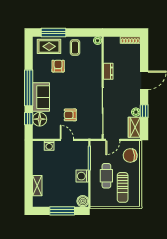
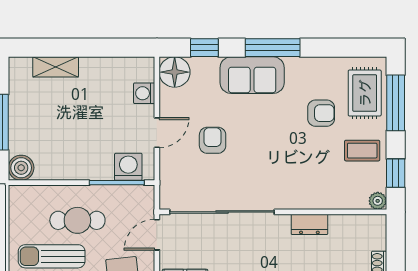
window: (85, 32) -> (396, 173), added
window: (29, 88) -> (273, 48), width x0.68
floor lamp: (40, 119) -> (175, 72), moved
door: (113, 140) -> (157, 235), hinge flipped
washing machine: (82, 176) -> (128, 167), moved

